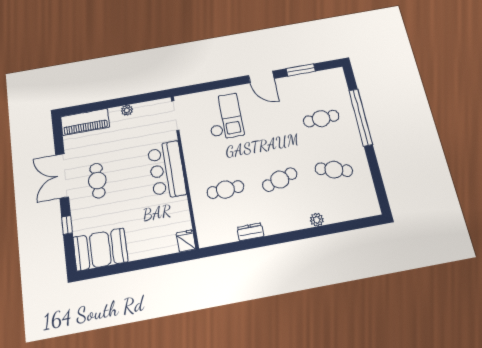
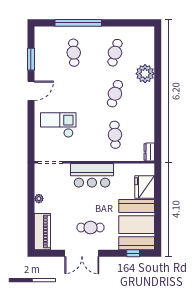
cafe table: (280, 180) -> (115, 94), turned 36
plant: (317, 220) -> (145, 74), width x1.88, depth x1.88
window: (67, 225) -> (133, 253), moved
dresser: (250, 232) -> (149, 152), moved
fridge: (186, 241) -> (145, 187), moved, width x1.88, depth x1.34
booth: (100, 249) -> (137, 225), width x1.36, depth x1.42

